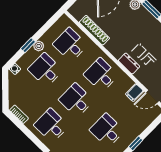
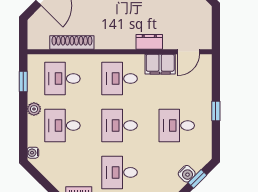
window: (28, 45) -> (23, 81), moved
dresser: (129, 64) -> (149, 42), moved
filing cabinet: (135, 93) -> (160, 64), width x2.00

